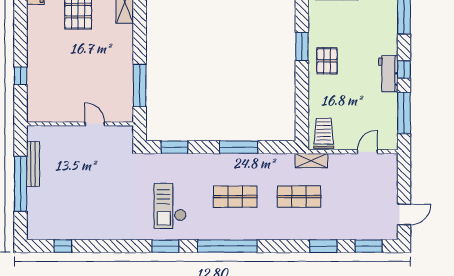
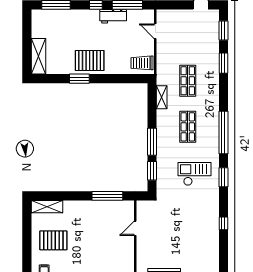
pallet: (327, 61) -> (90, 61), width x1.50, depth x1.42
workbench: (388, 74) -> (113, 16), moved
window: (239, 147) -> (152, 142), moved
shelving: (311, 161) -> (162, 97), moved
checkout: (170, 206) -> (194, 174), turned 180
window: (63, 246) -> (223, 223), moved

